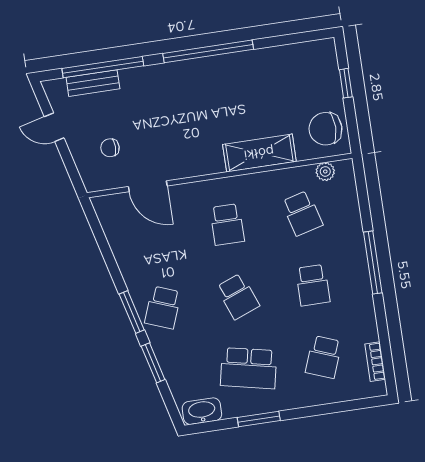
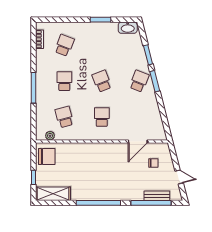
shelving: (259, 153) -> (53, 194), moved
door: (148, 186) -> (138, 141), swing flipped
school desk: (249, 368) -> (102, 45), removed

